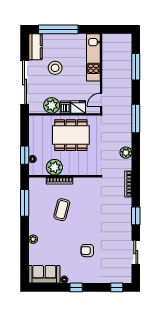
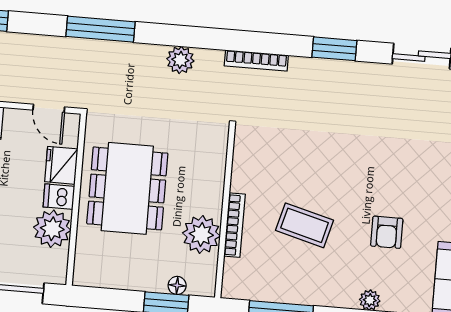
armchair: (87, 251) -> (387, 232), moved

